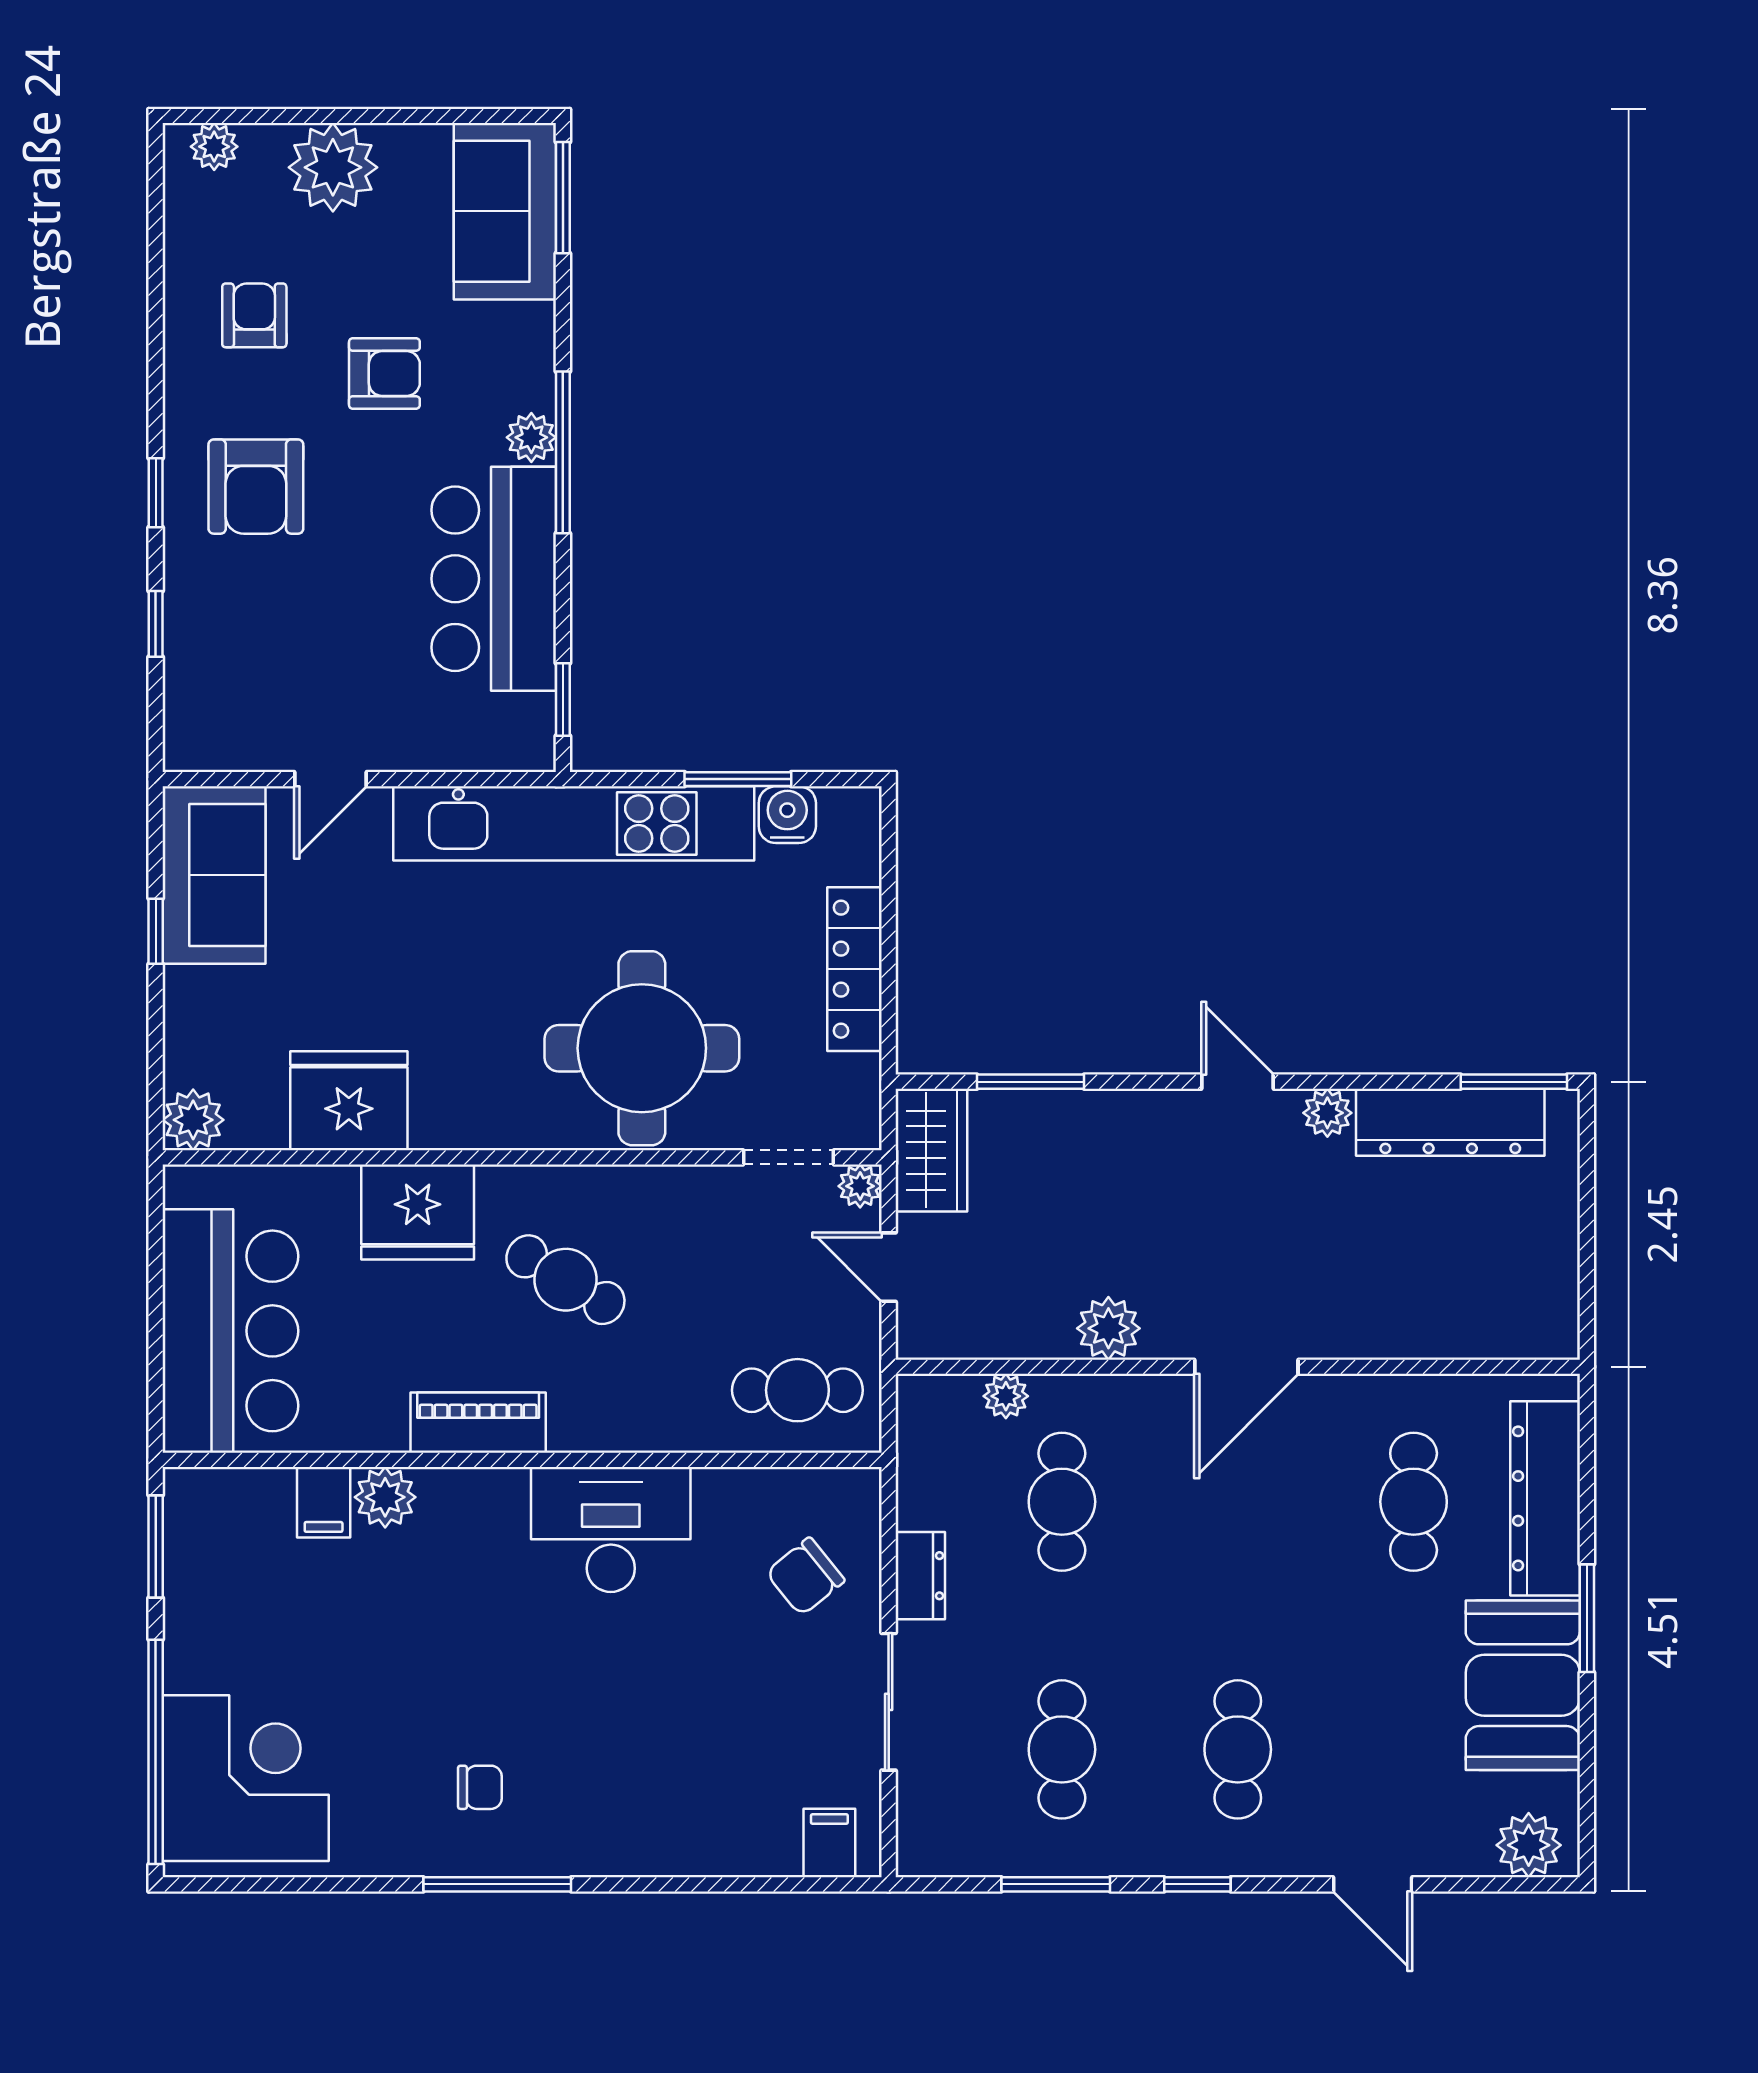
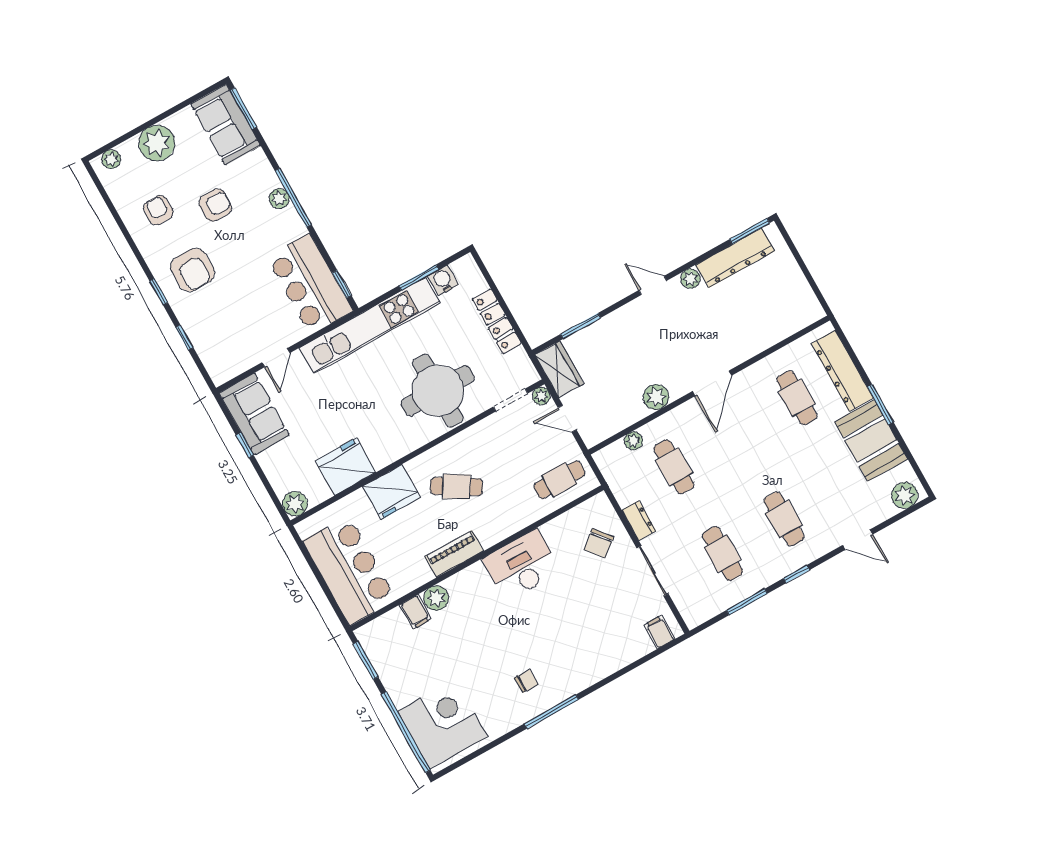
bar counter: (494, 579) -> (310, 284), moved

